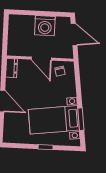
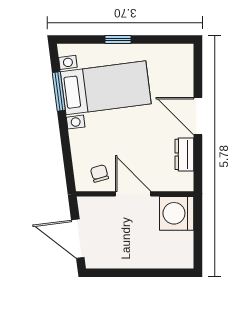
washing machine: (45, 26) -> (177, 213), moved, turned -90
dresser: (11, 68) -> (184, 154), moved

